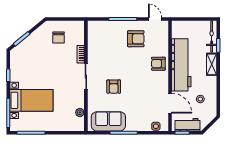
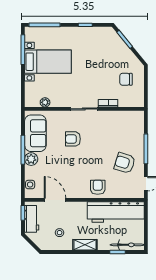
armchair: (136, 39) -> (125, 163), turned 107
shelving: (212, 64) -> (85, 245), moved
workbench: (181, 65) -> (116, 212), moved
bed with nightstands: (31, 100) -> (48, 62), moved, turned -90
door: (170, 103) -> (55, 200), swing flipped
plant: (132, 125) -> (31, 159), added

